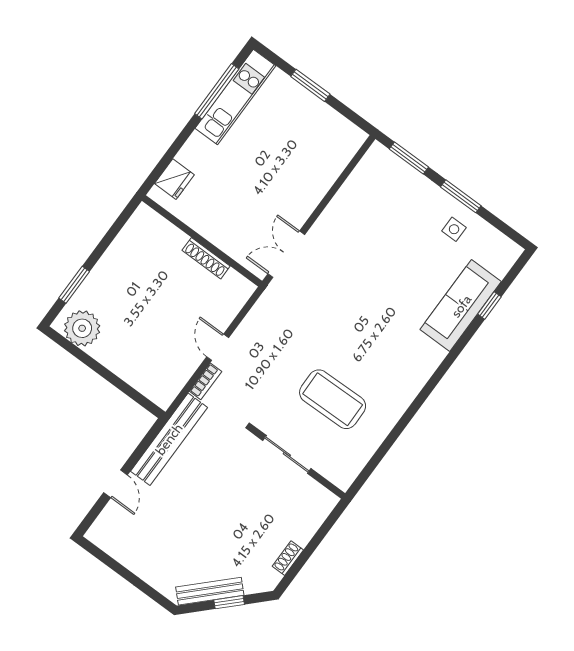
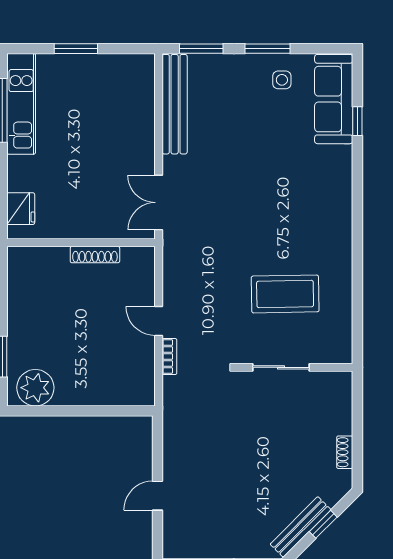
sofa: (461, 306) -> (334, 99), moved
bench: (169, 439) -> (175, 104), moved
door: (116, 484) -> (157, 496), swing flipped

